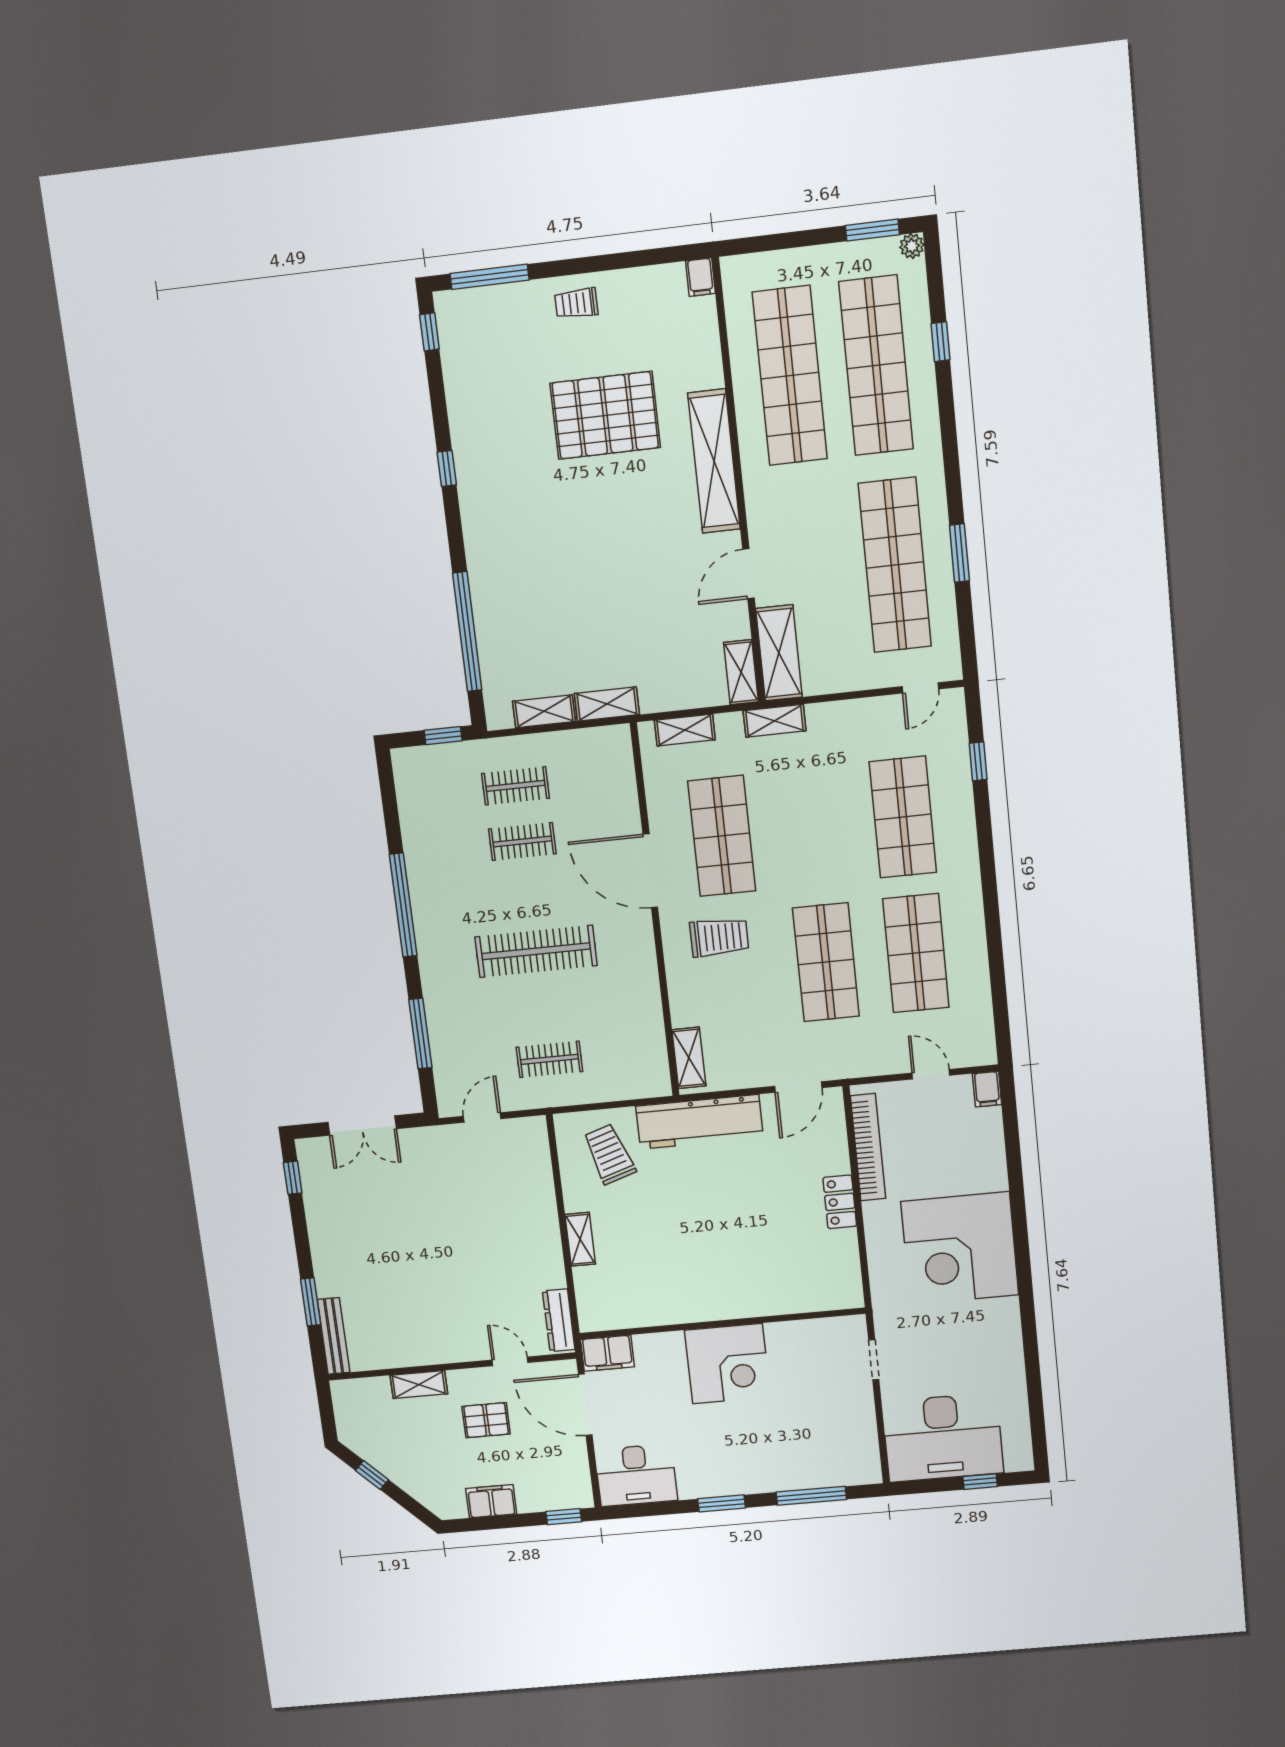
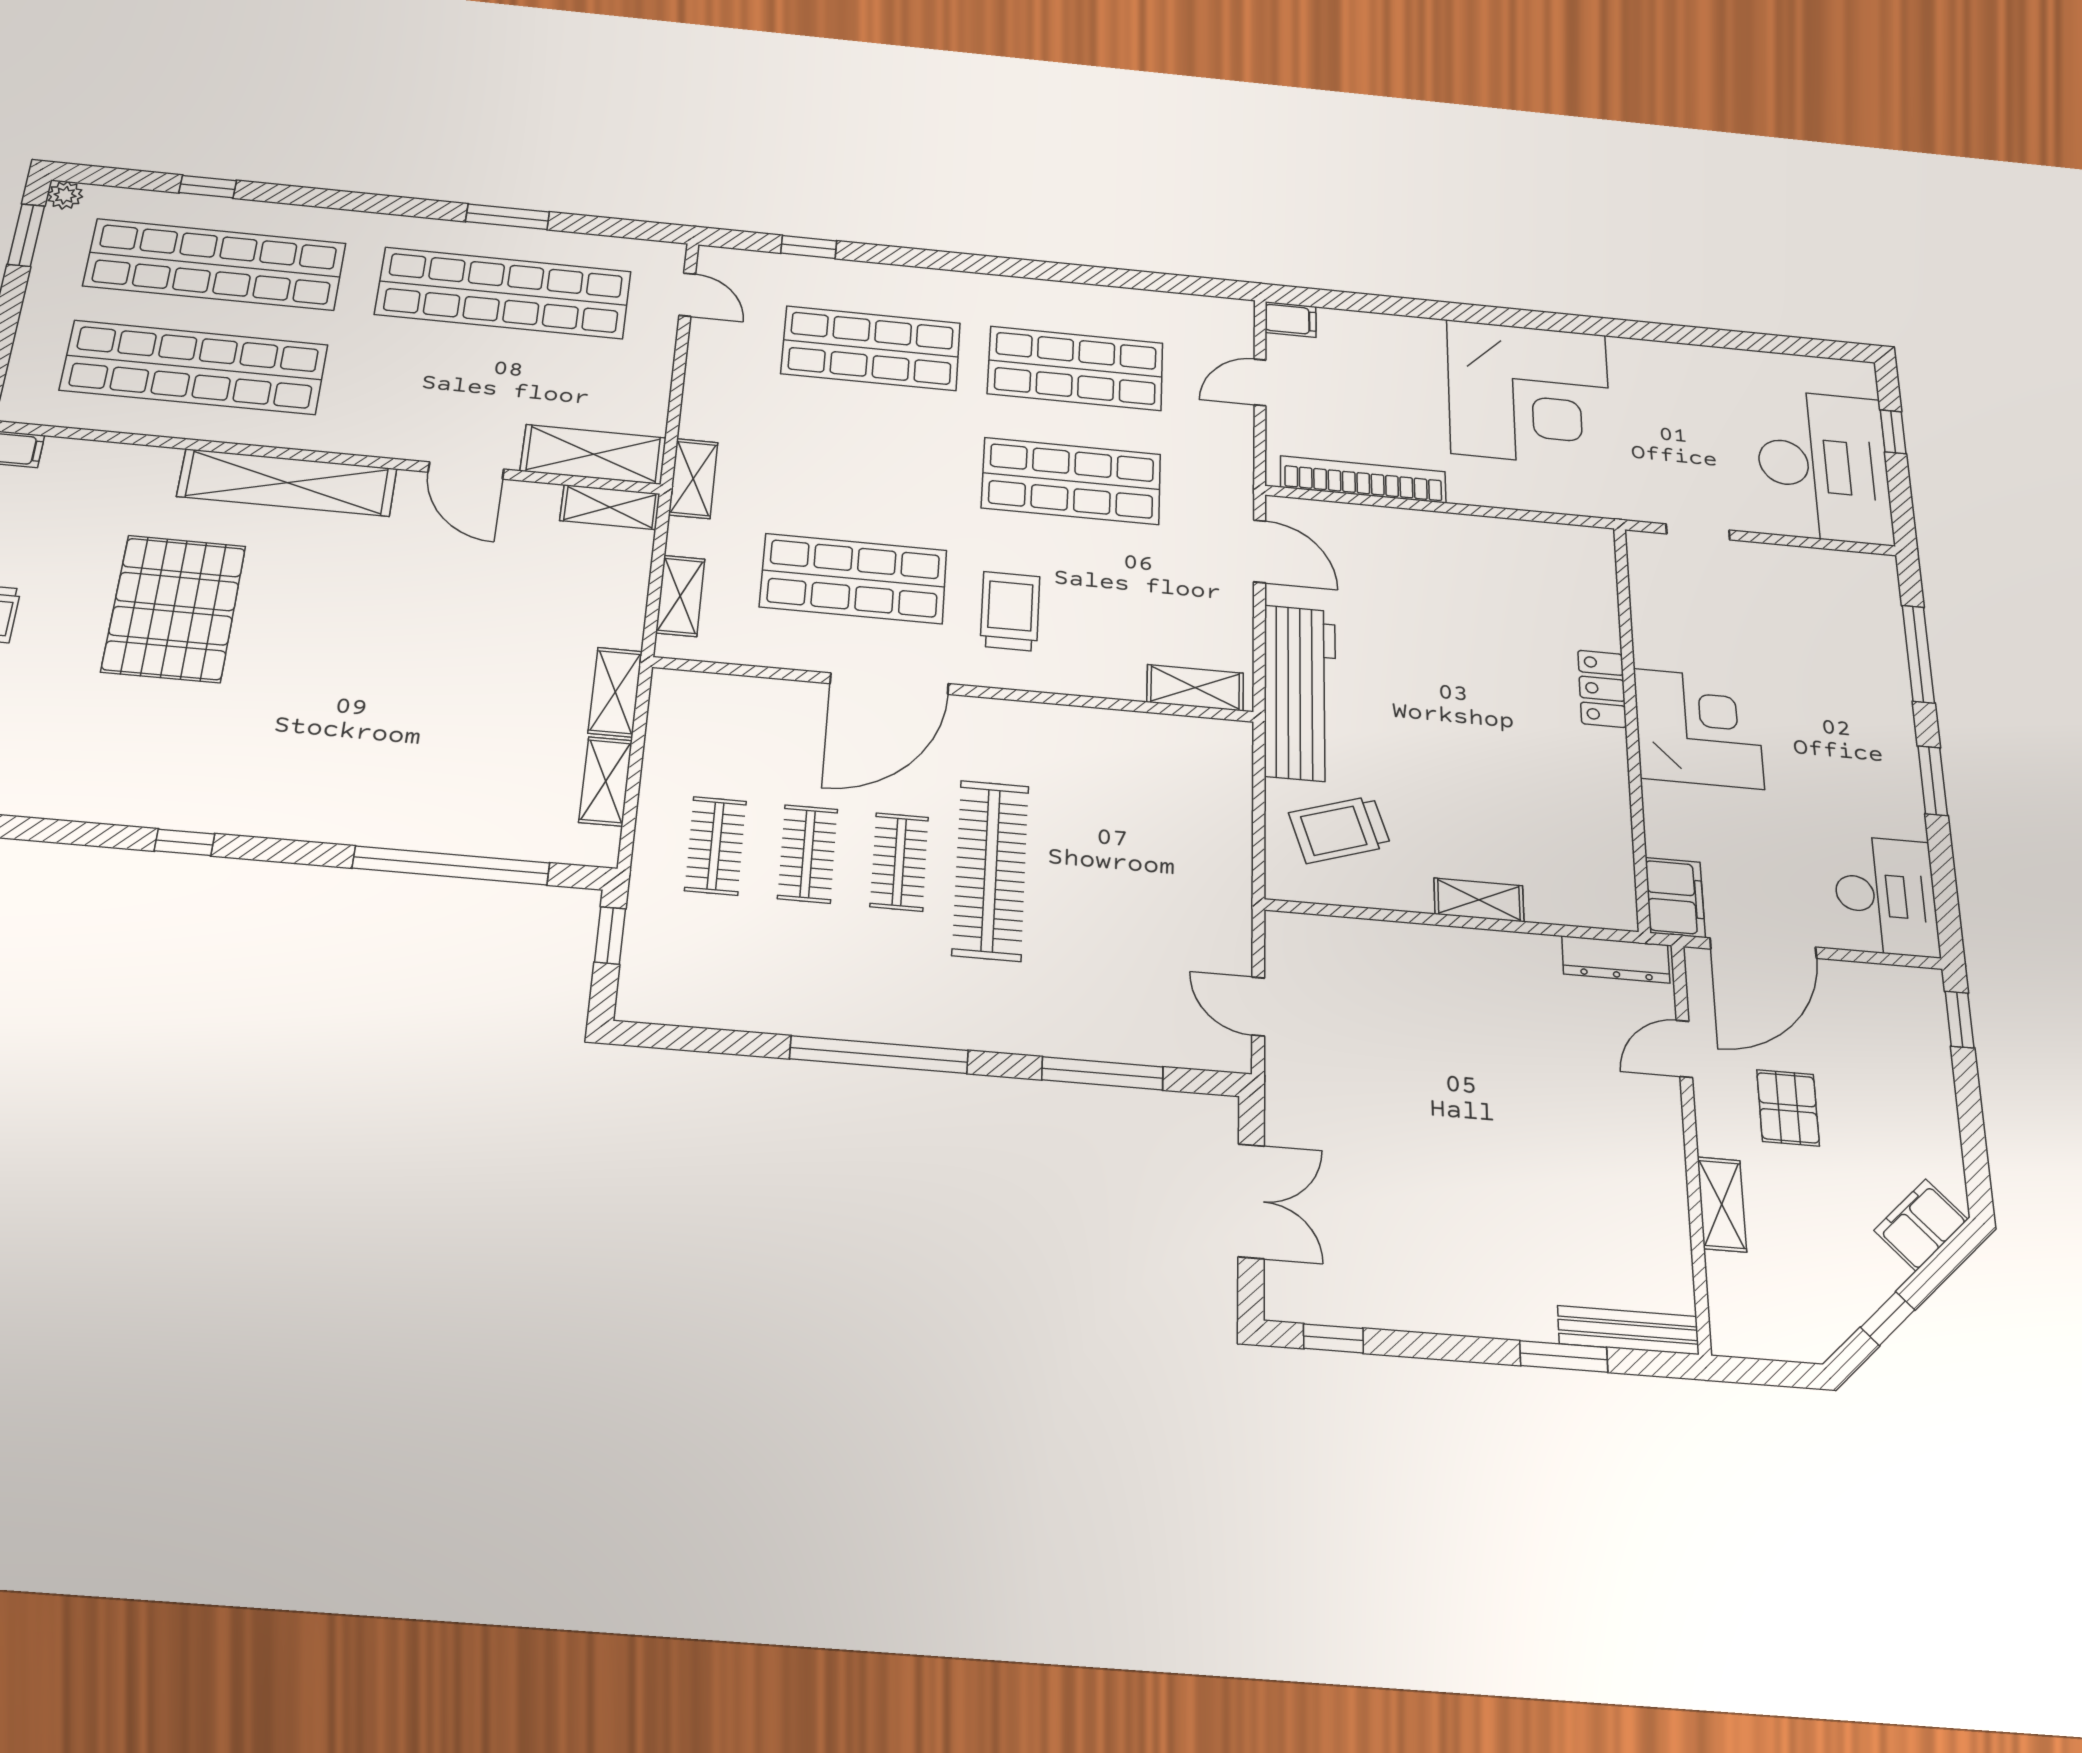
clothes rail: (549, 1059) -> (899, 862), moved
locker: (840, 1202) -> (1602, 689), moved, turned 90
filing cabinet: (491, 1501) -> (1921, 1225), moved, turned 45

